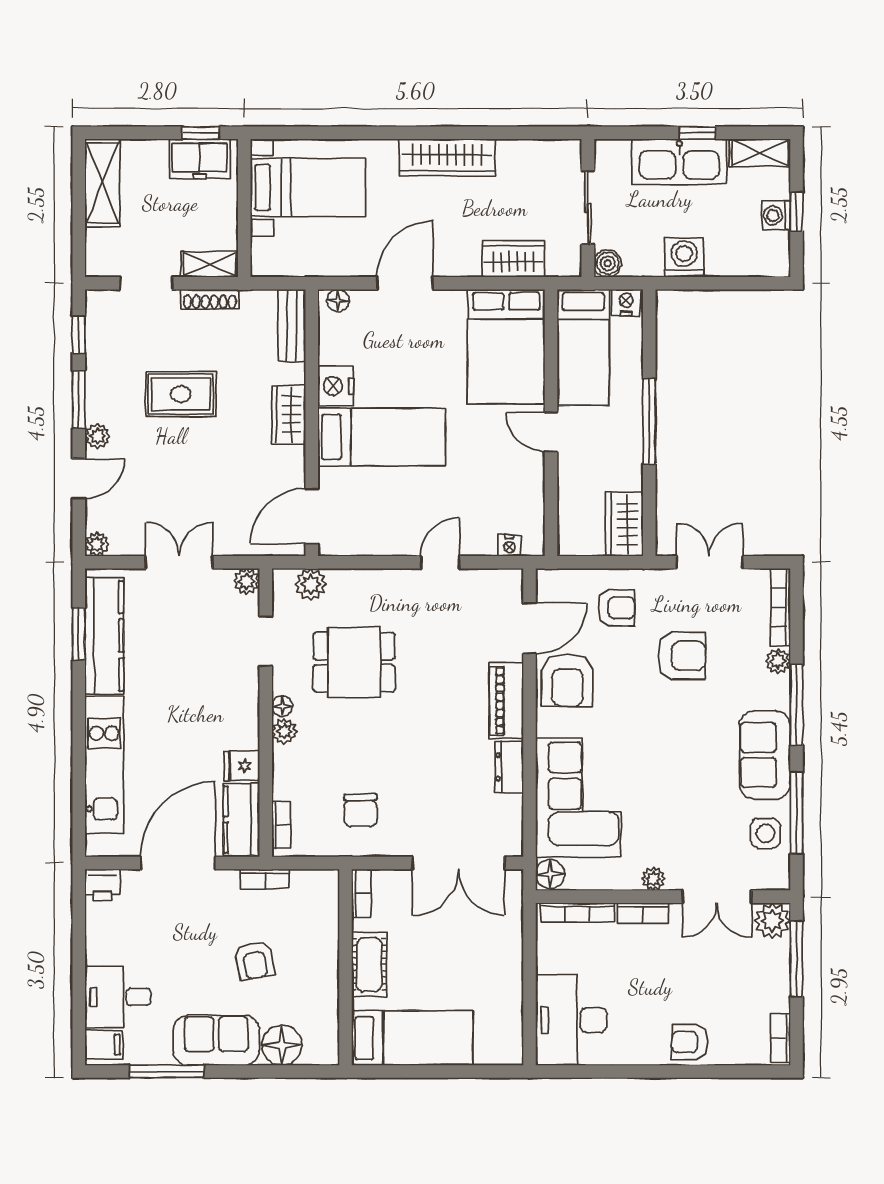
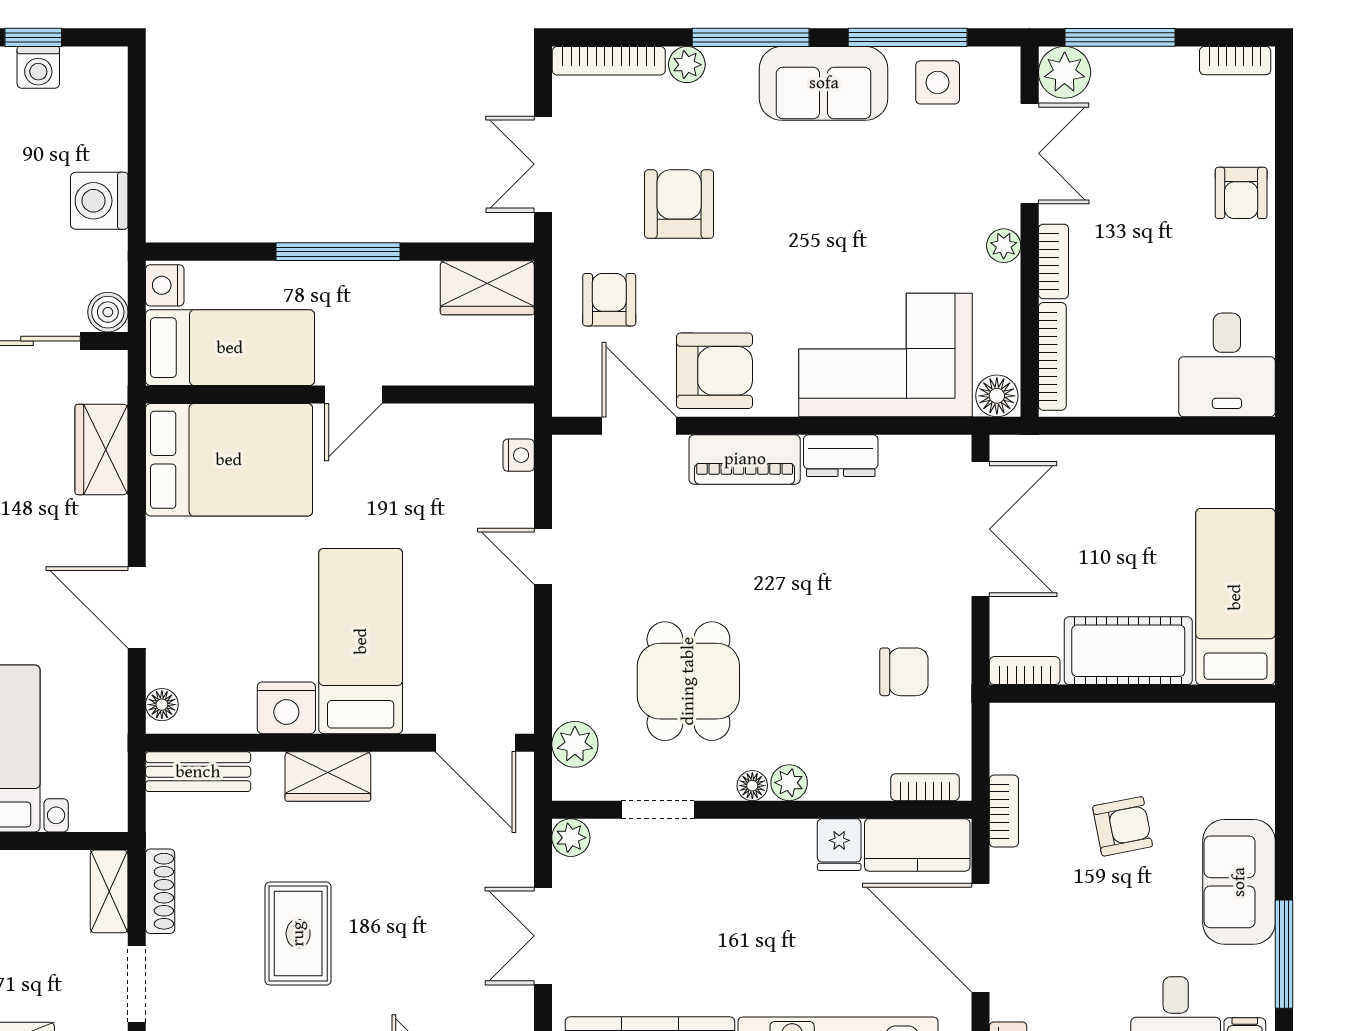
cot: (369, 964) -> (1128, 651), width x1.37, depth x1.34
desk: (571, 1020) -> (1227, 365), width x0.73
floor lamp: (282, 1045) -> (1246, 786), removed

